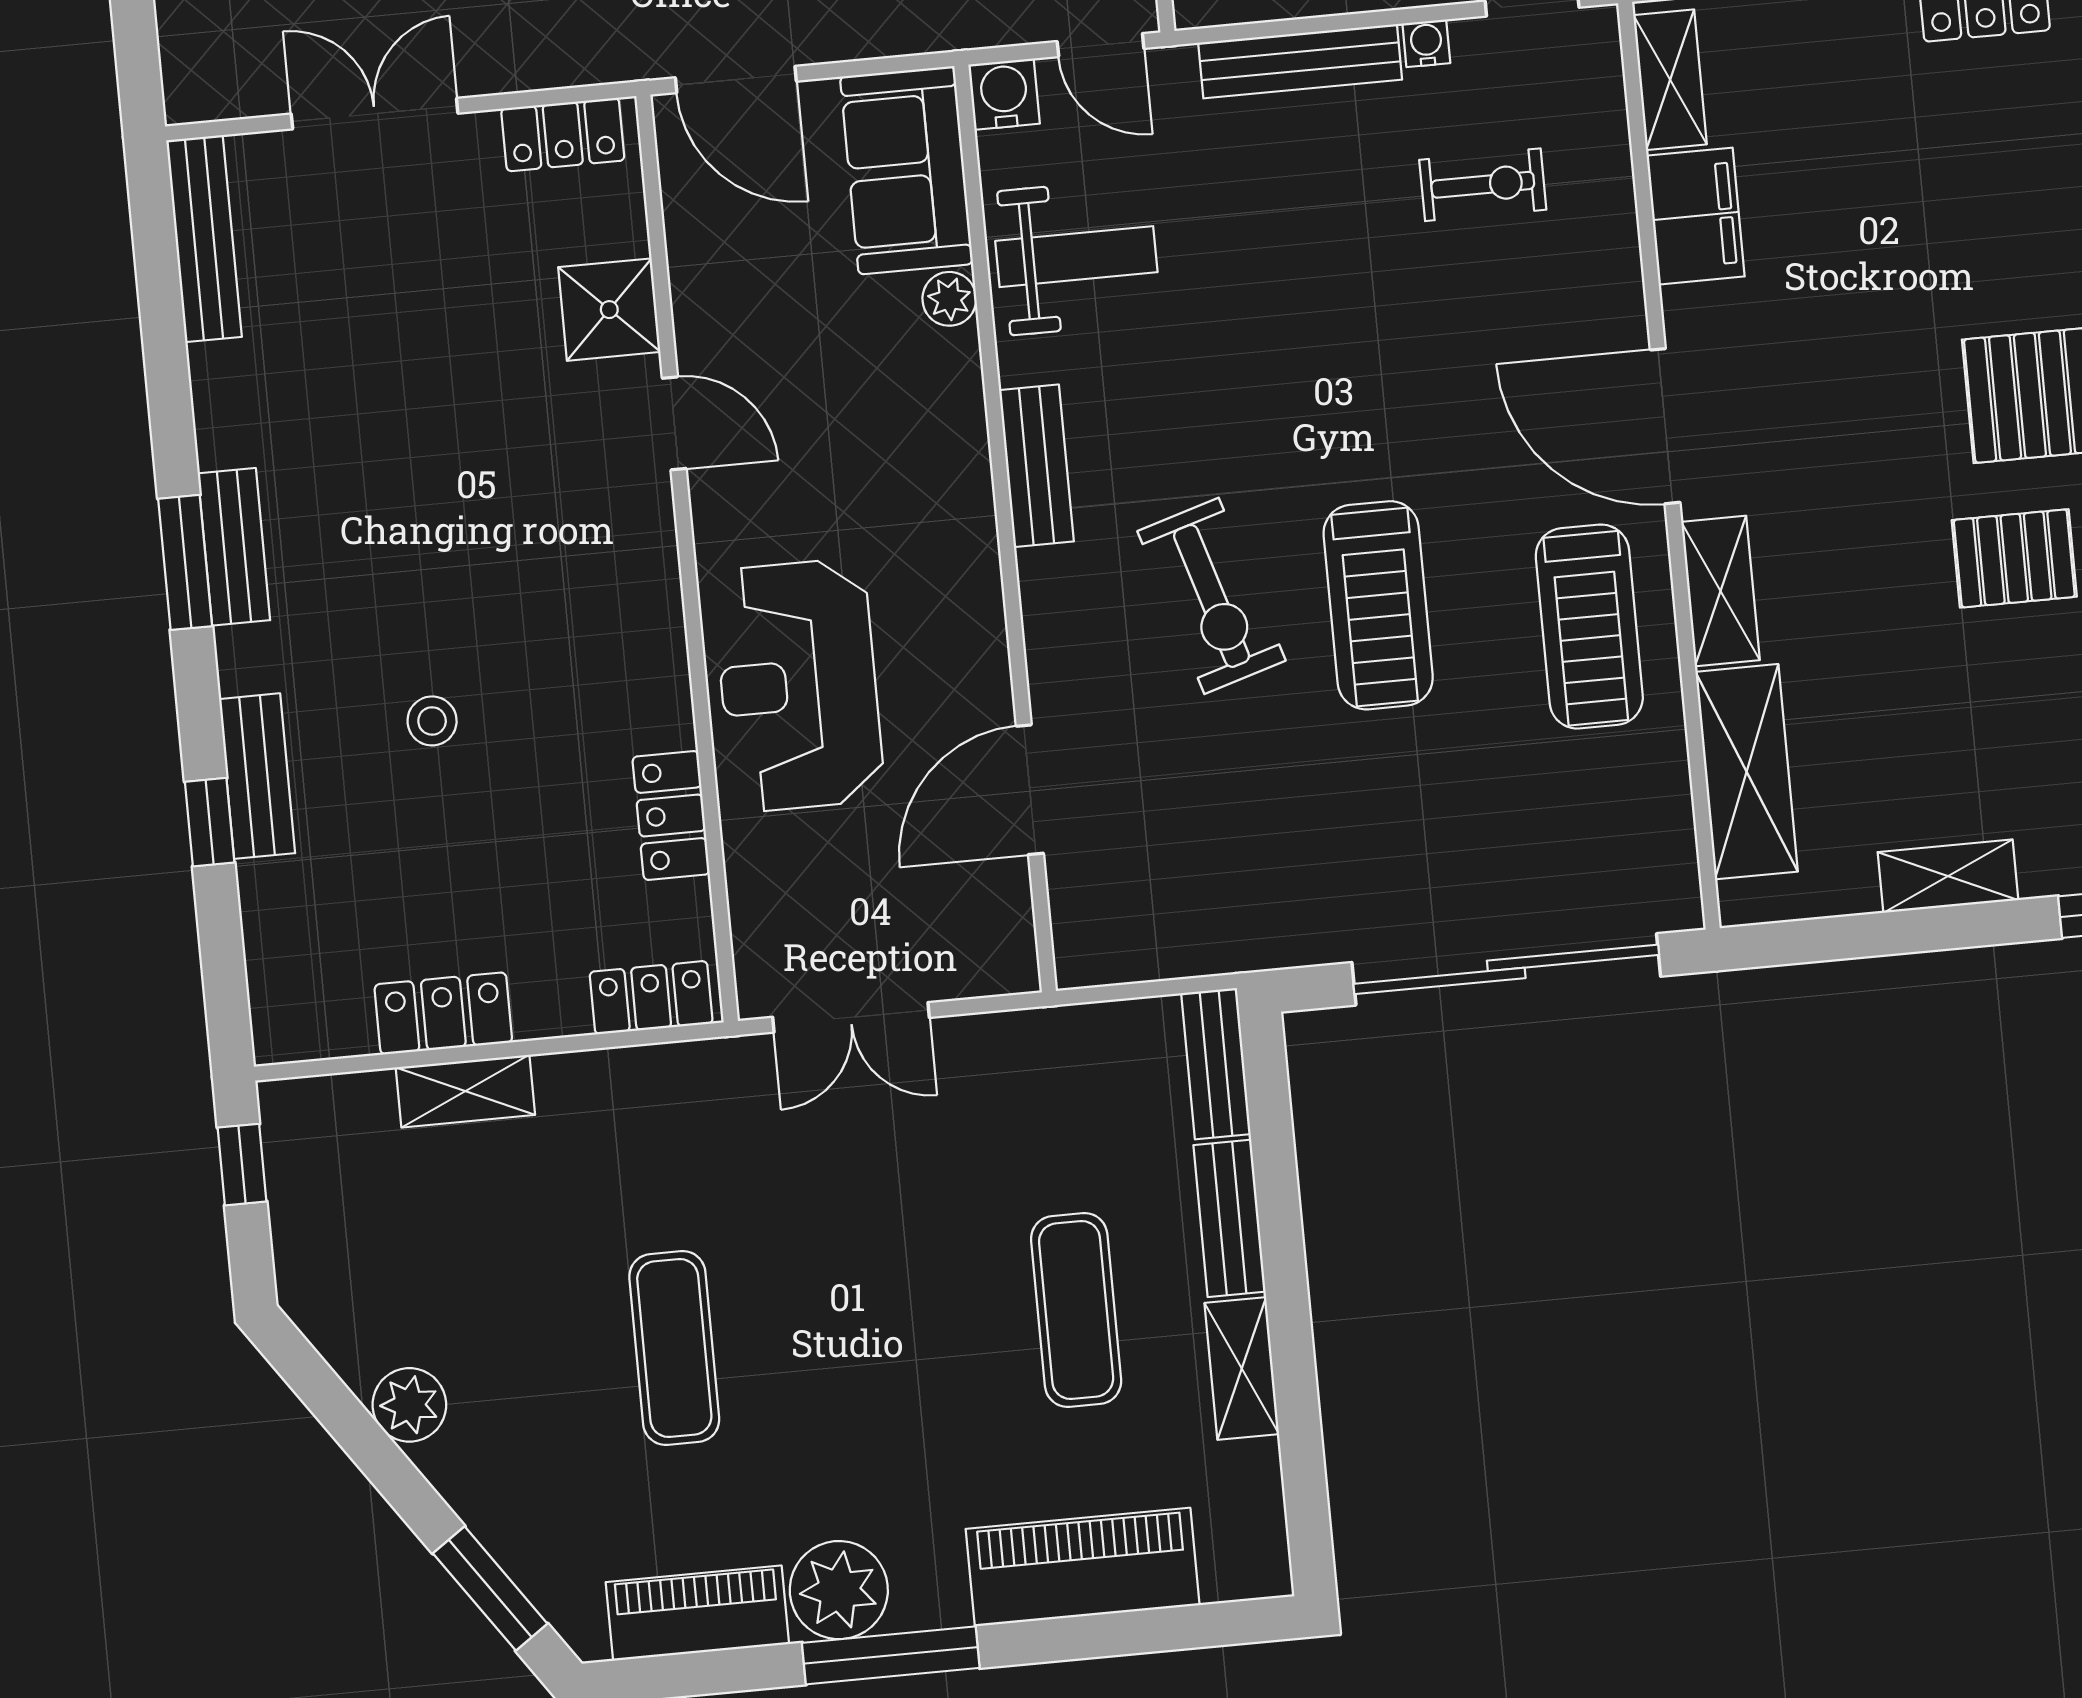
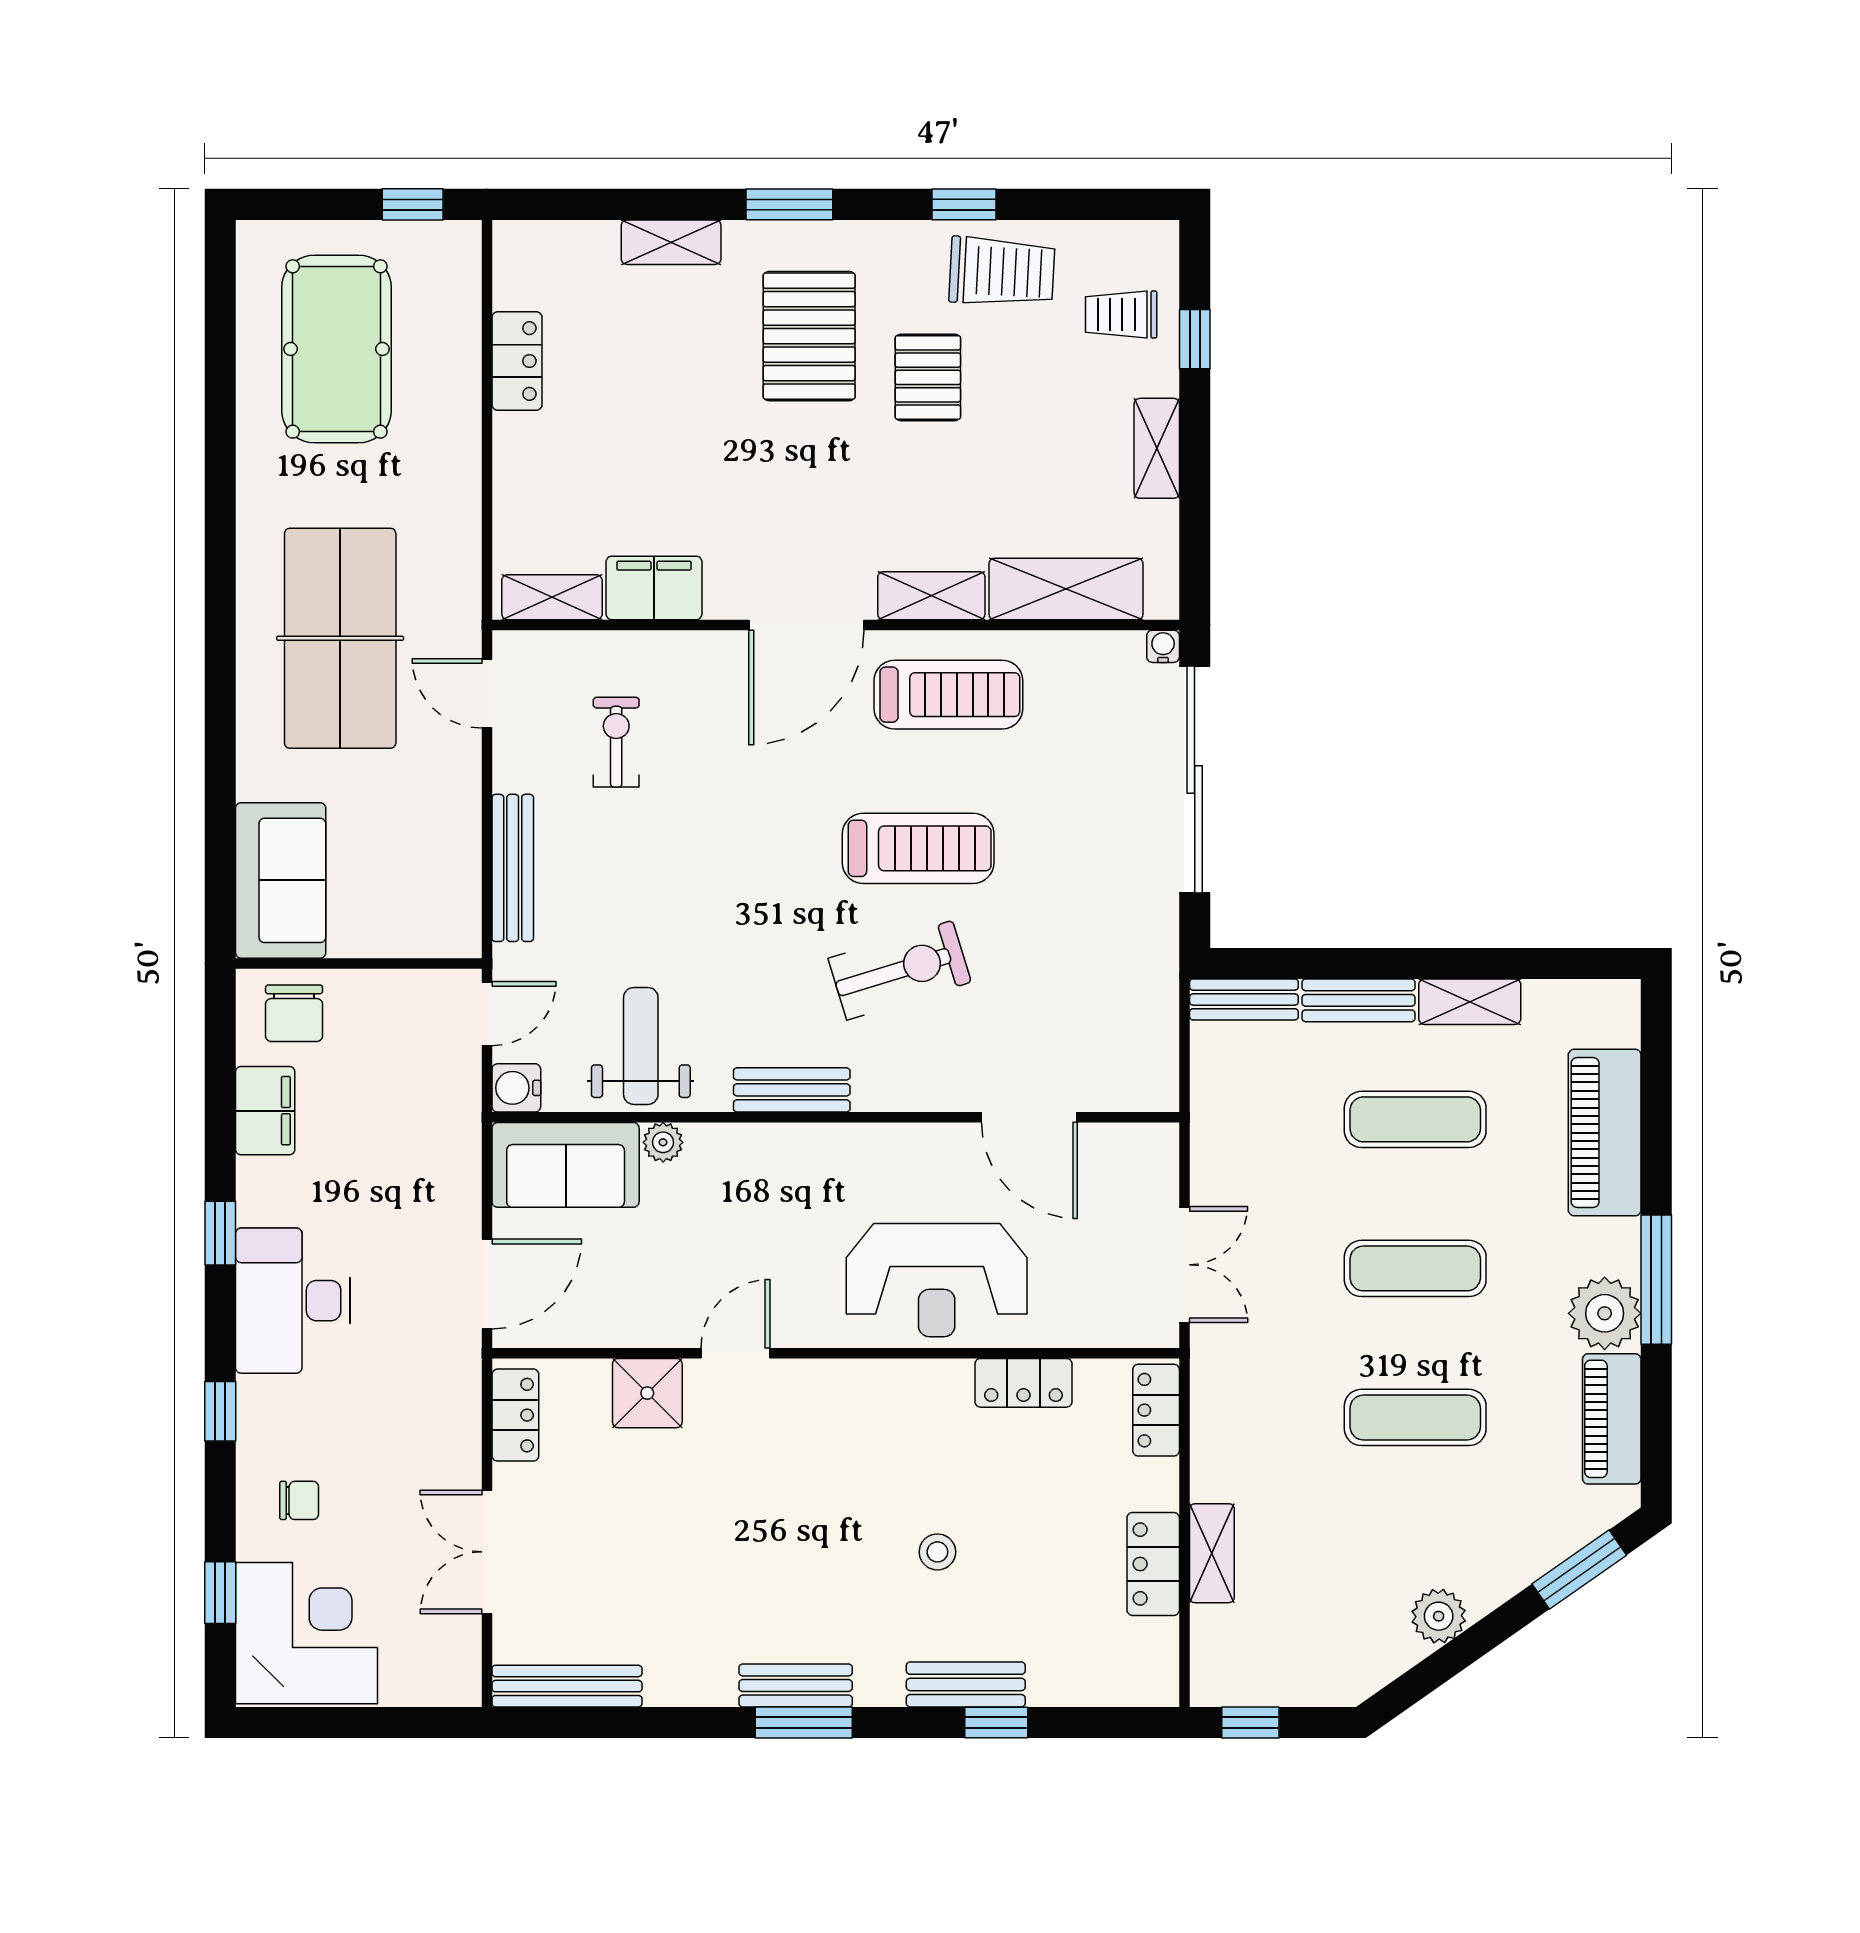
water cooler: (1426, 43) -> (1163, 646), moved, turned 90
exercise mat: (875, 1329) -> (1415, 1268), added

